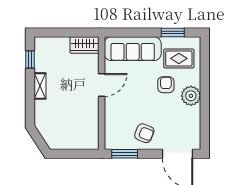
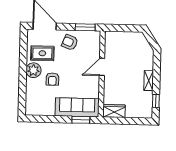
window: (173, 32) -> (81, 120), moved
rug: (179, 58) -> (42, 53), moved
door: (102, 85) -> (102, 67), moved

